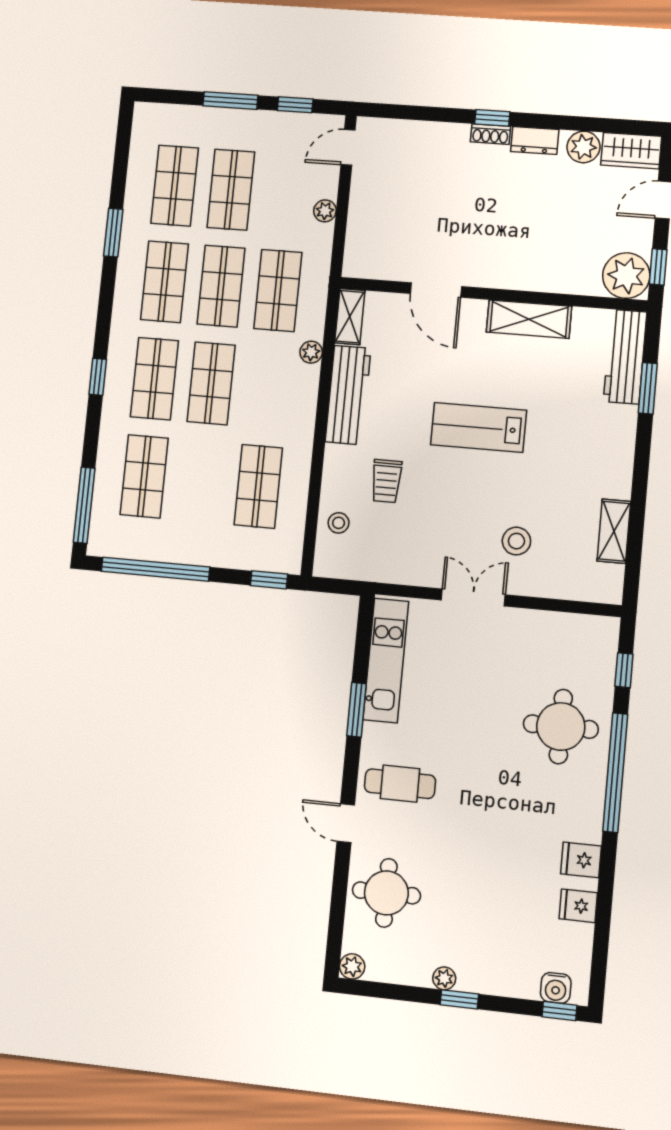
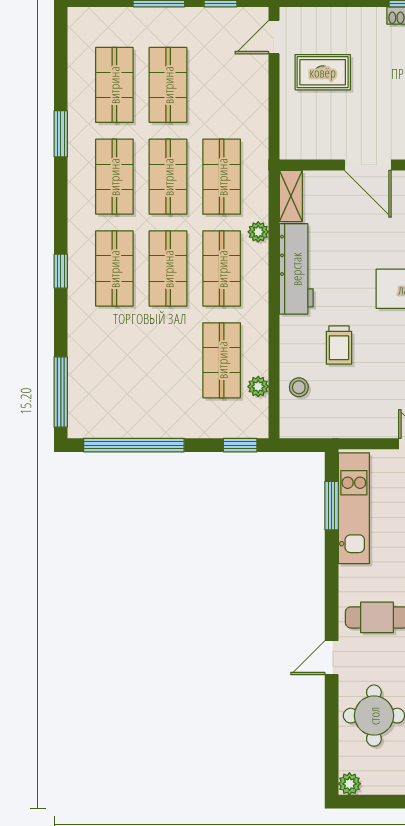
rug: (397, 188) -> (323, 72), added
plant: (325, 211) -> (258, 387), moved
shop shelf: (144, 476) -> (222, 269), moved
window: (357, 710) -> (332, 506), moved
door: (346, 823) -> (332, 658), hinge flipped

